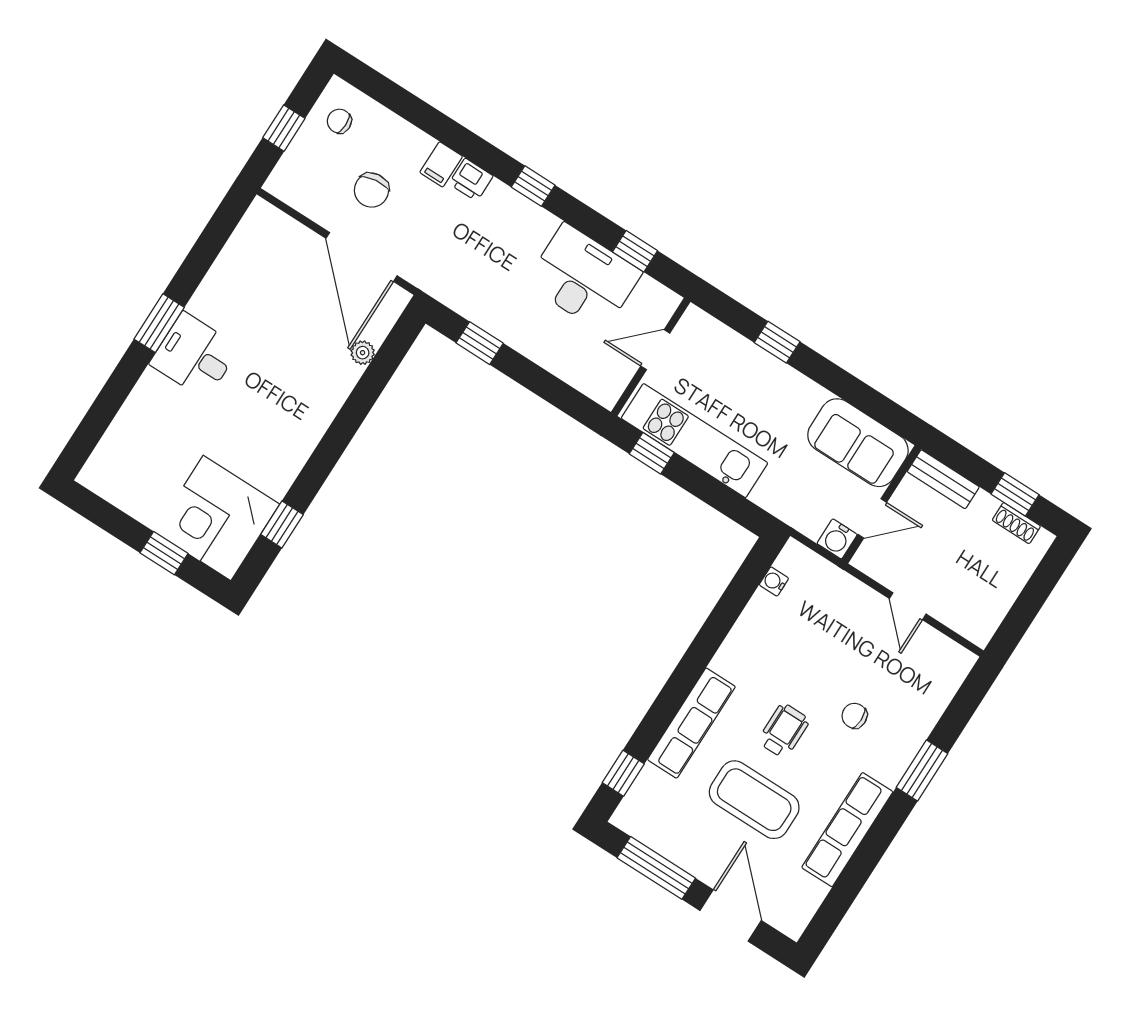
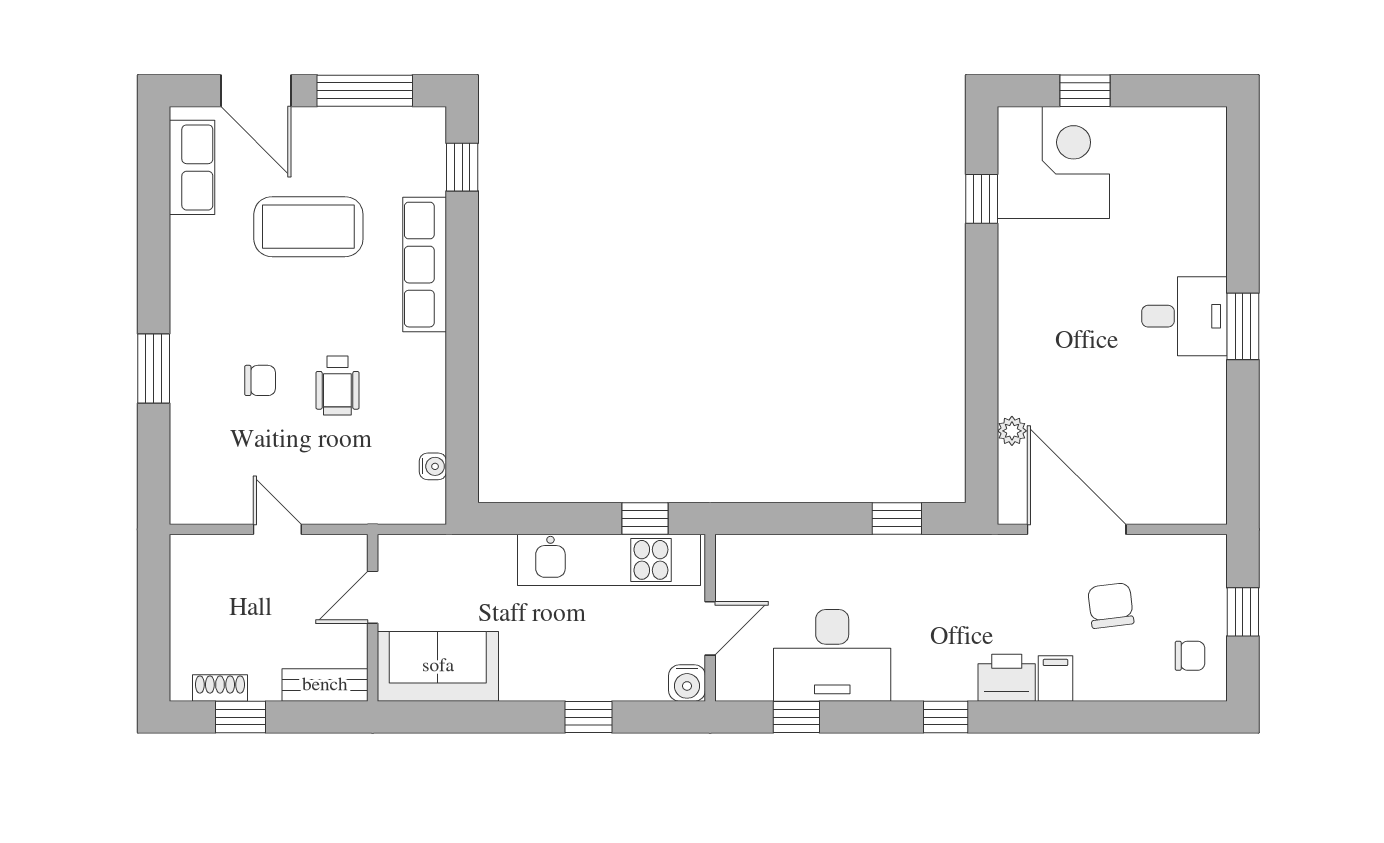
printer: (471, 180) -> (1007, 678), width x1.36, depth x1.24
water cooler: (837, 539) -> (687, 683), moved, turned 180
wheelchair: (784, 731) -> (337, 386), moved
row of seats: (847, 830) -> (192, 167), moved, width x0.68

